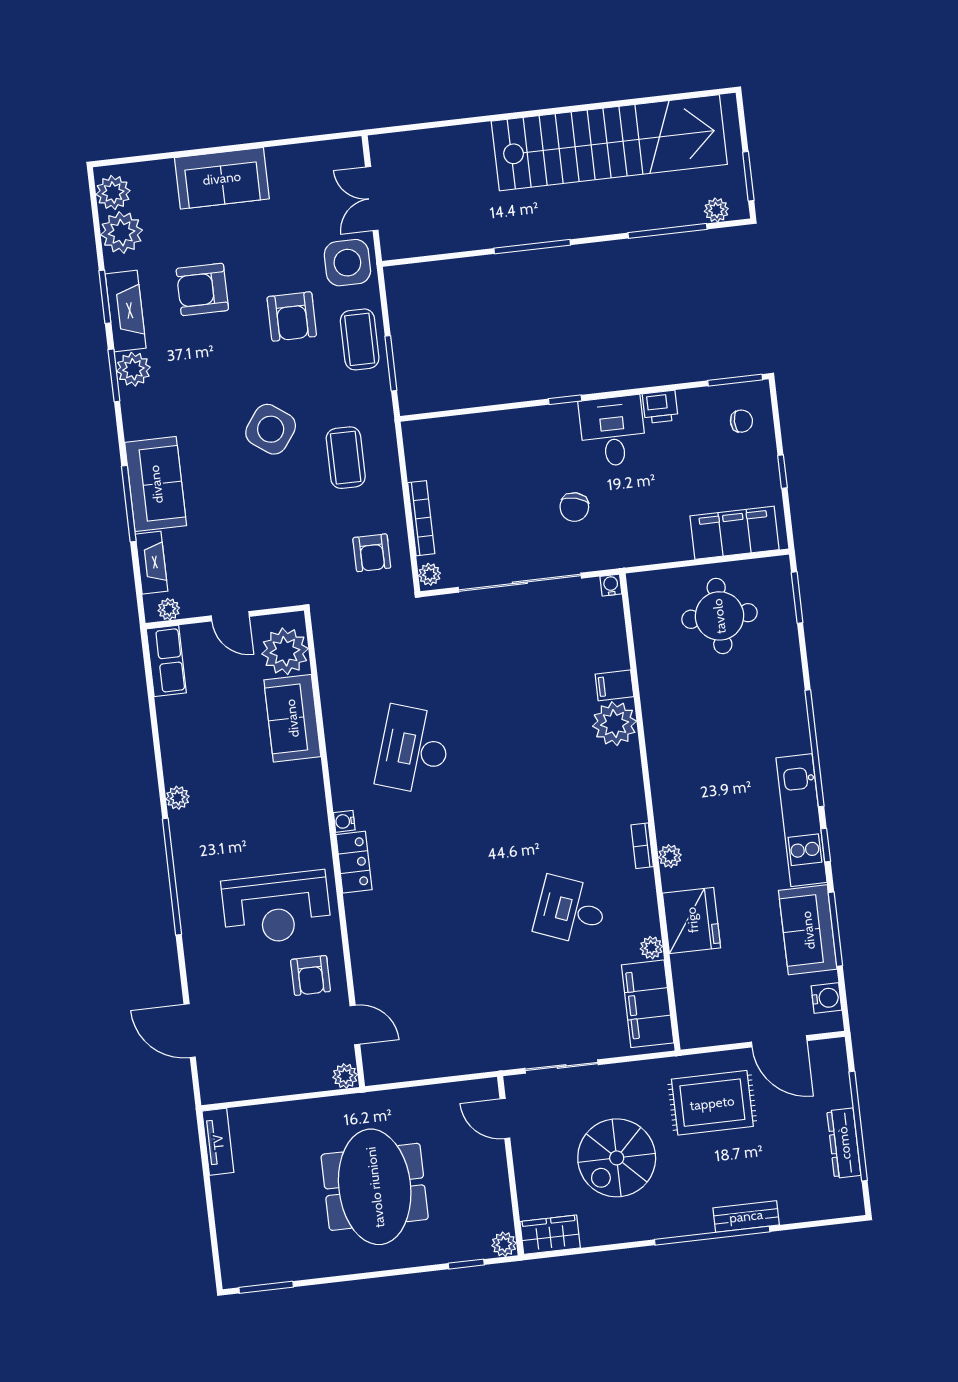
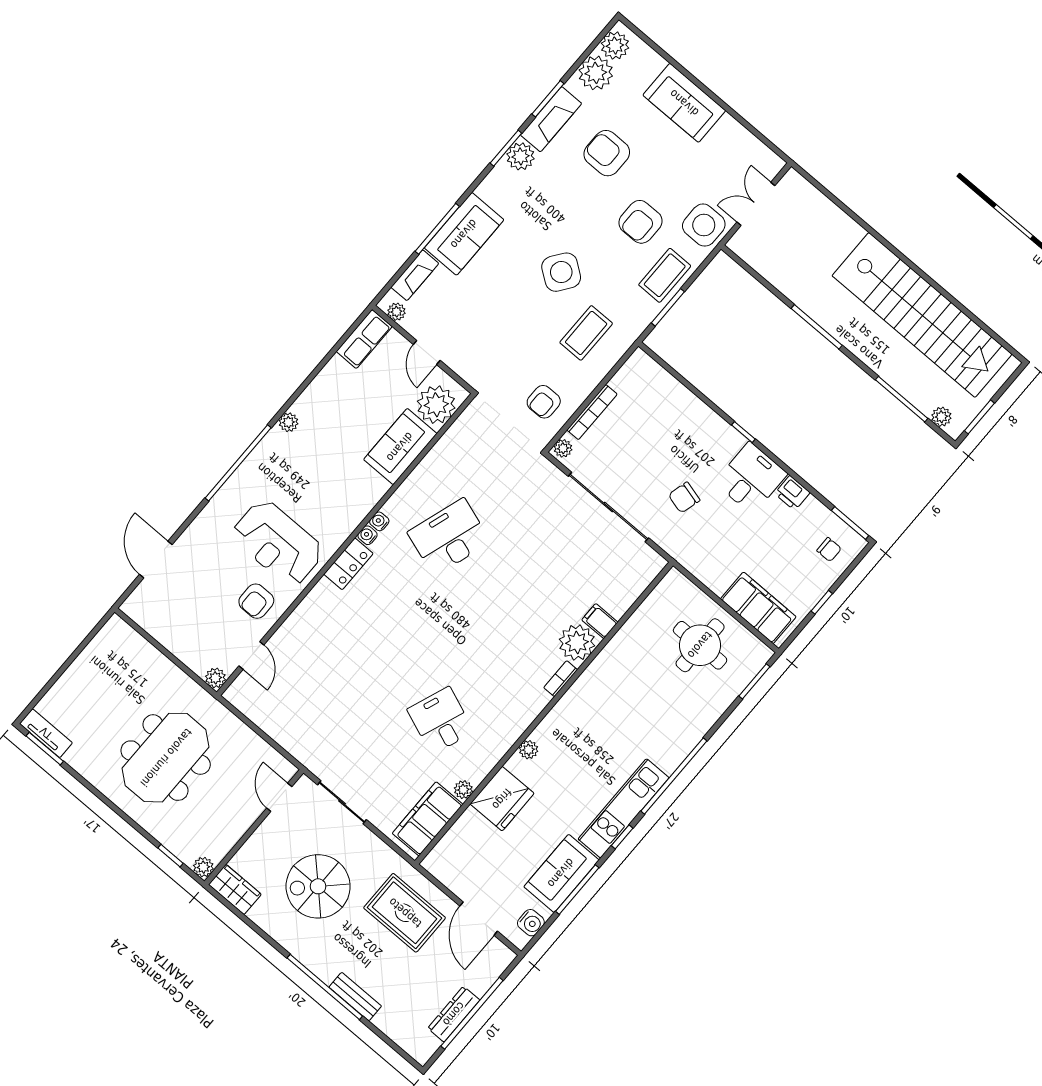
water cooler: (611, 585) -> (379, 521), moved, turned -90
bookcase: (642, 846) -> (561, 679), moved
tv unit: (218, 1142) -> (46, 733), moved, turned -90

